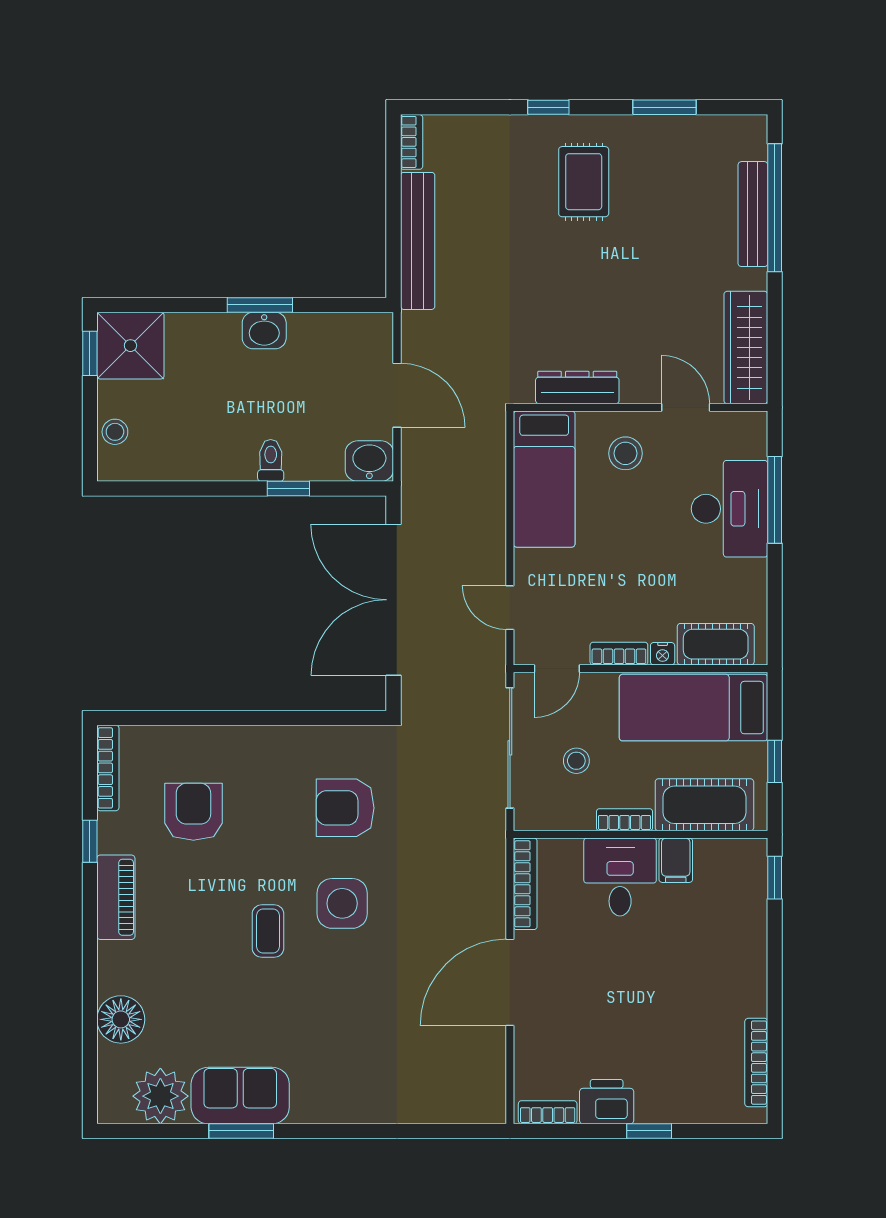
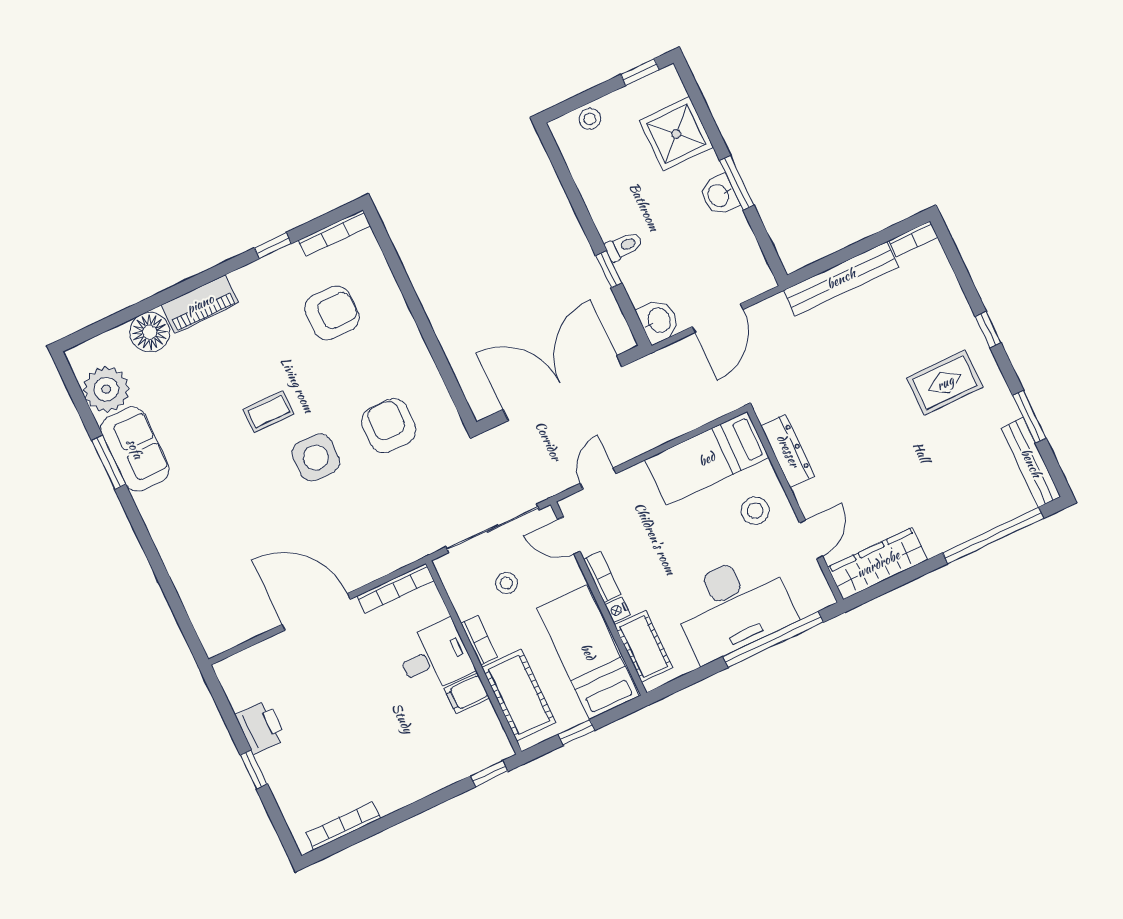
bench: (753, 214) -> (1031, 463), moved, turned 90
shower: (130, 346) -> (676, 134), moved
window: (775, 500) -> (773, 639), width x1.46
desk: (730, 509) -> (733, 606), width x1.36, depth x1.30
piano: (116, 897) -> (200, 304), moved
bookcase: (548, 1112) -> (232, 686), removed

